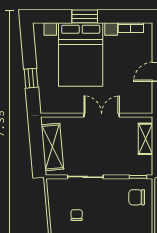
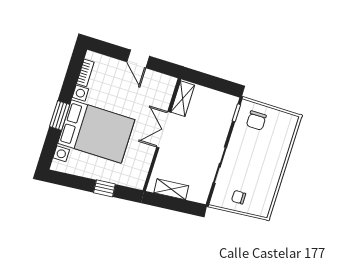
shelving: (146, 139) -> (183, 99), moved, turned 90
shelving: (52, 147) -> (171, 189), width x0.67, depth x0.75
chair: (77, 215) -> (239, 197), moved

